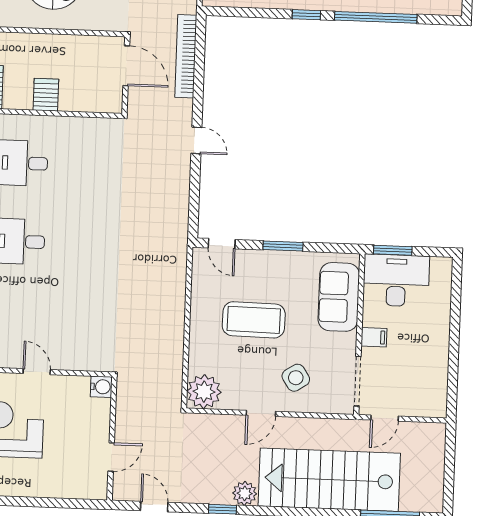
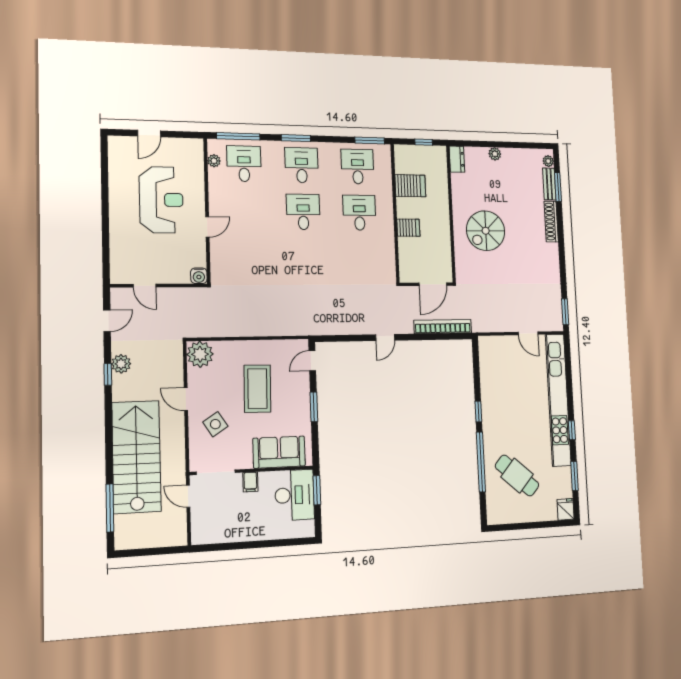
plant: (245, 493) -> (121, 364), moved

